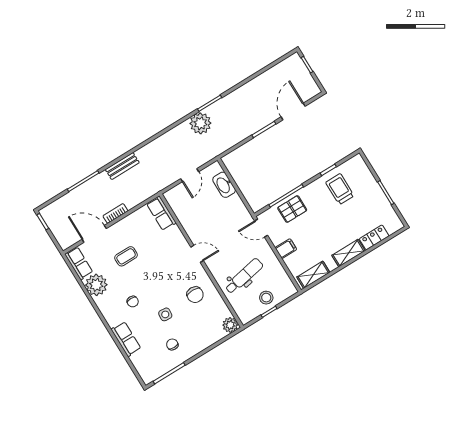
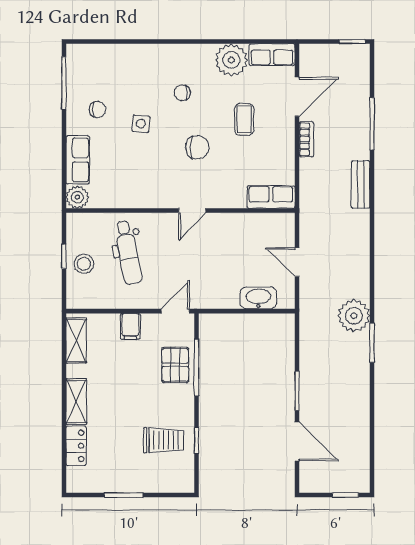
chair: (195, 295) -> (197, 147), moved, turned 180
row of seats: (126, 339) -> (78, 160), moved, turned -90

